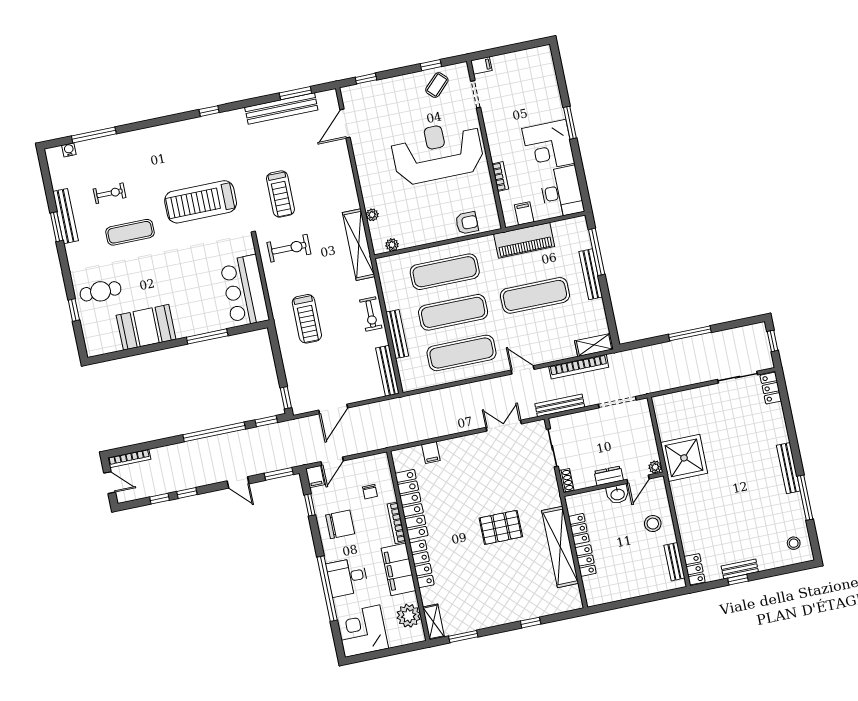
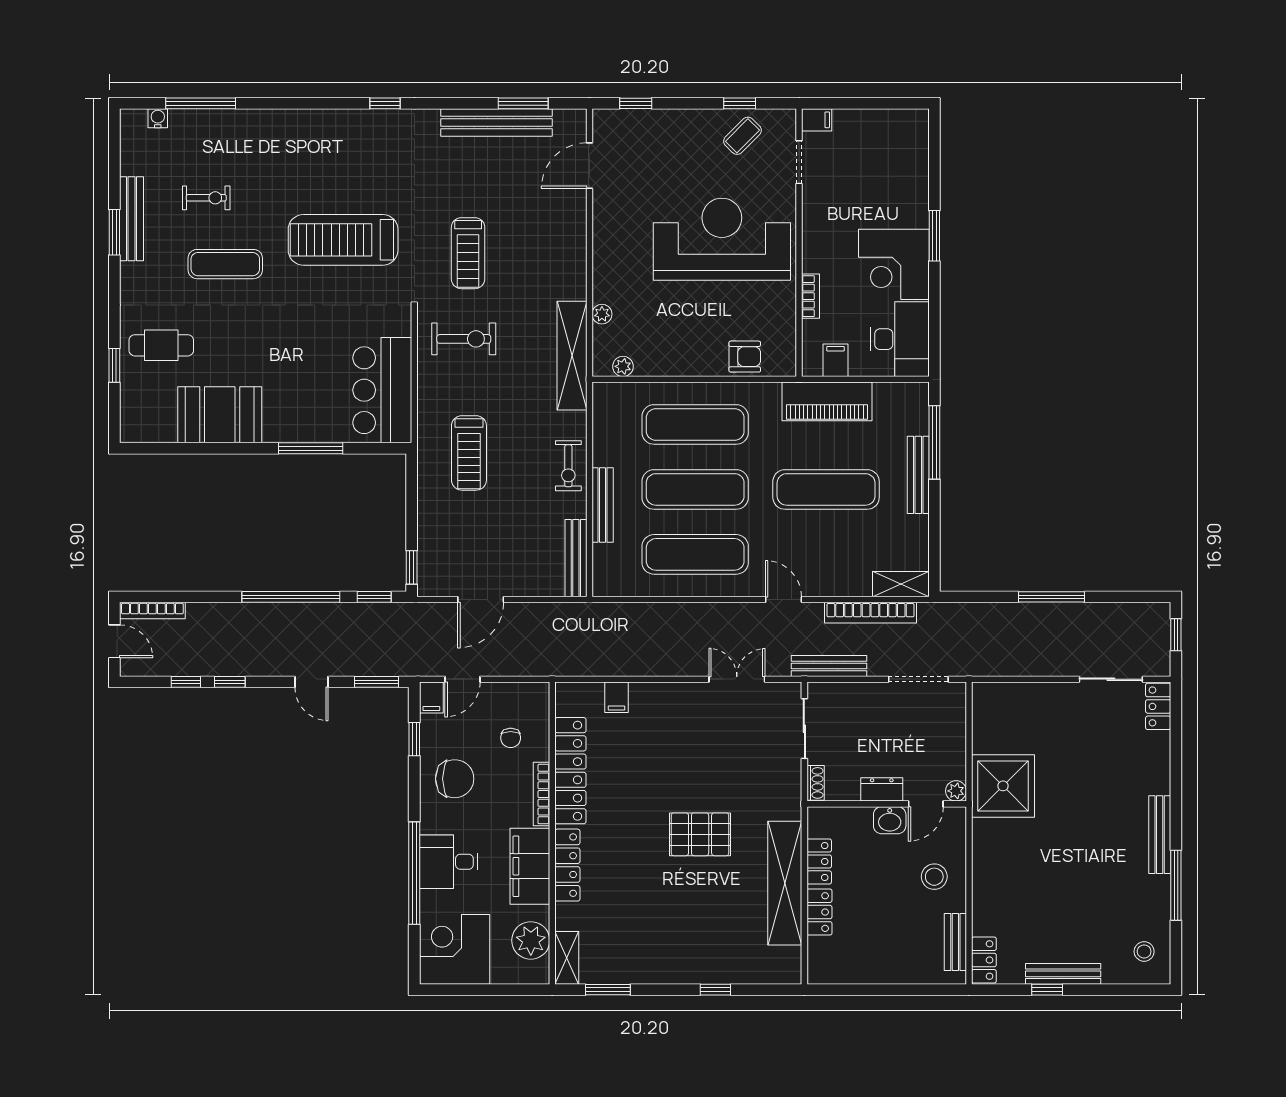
bench: (740, 569) -> (1063, 974), width x1.36

